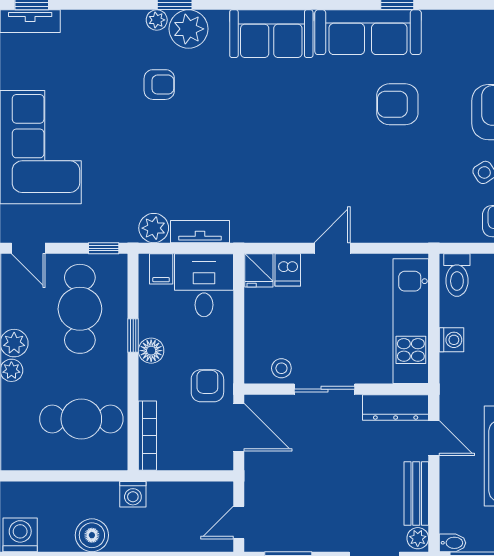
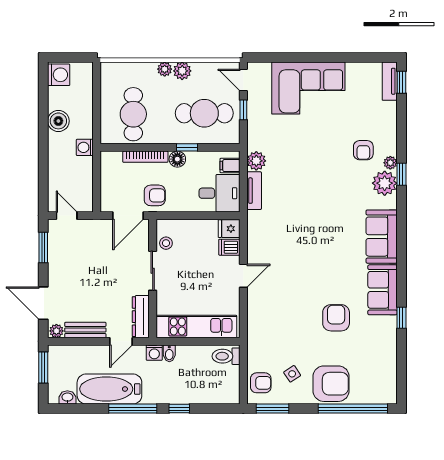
sofa: (368, 32) -> (382, 290), width x0.73
armchair: (159, 85) -> (363, 150), moved
door: (28, 248) -> (243, 80), hinge flipped
window: (104, 248) -> (243, 110), moved
door: (332, 248) -> (243, 276), hinge flipped
washing machine: (451, 340) -> (154, 353), moved
bookcase: (147, 436) -> (145, 157), moved
bidet: (453, 543) -> (169, 353), moved

